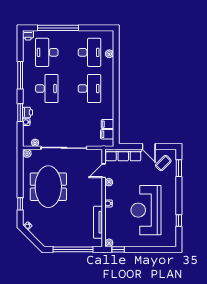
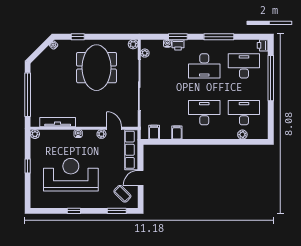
desk: (89, 52) -> (244, 113), turned 180
desk: (89, 89) -> (204, 113), turned 180
filing cabinet: (107, 124) -> (177, 132), moved
meeting table: (48, 187) -> (97, 68), turned 90
window: (179, 221) -> (74, 211), moved
window: (118, 249) -> (28, 166), moved

